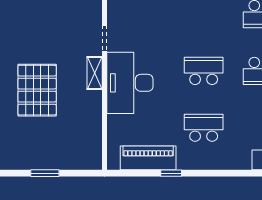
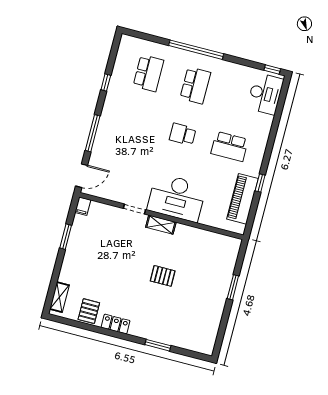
school desk: (204, 71) -> (183, 134), width x0.54
pallet: (37, 90) -> (163, 276), width x0.49, depth x0.50
school desk: (204, 128) -> (230, 146), turned -90

